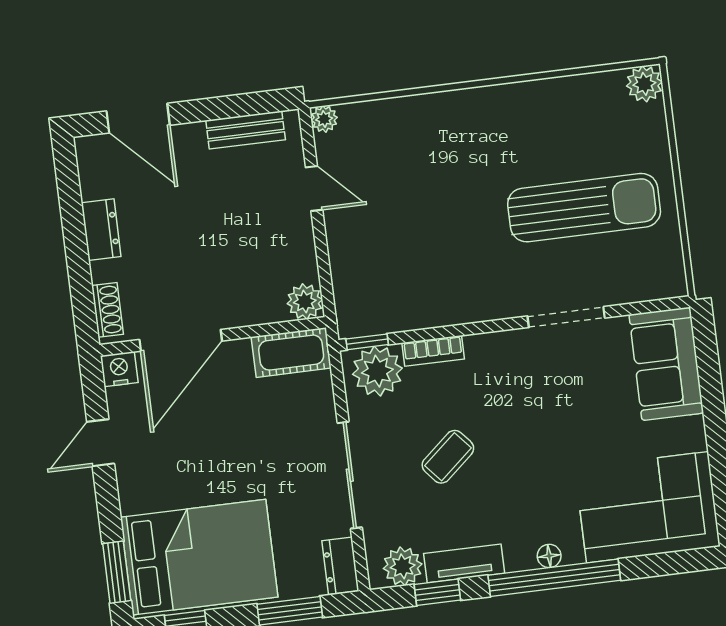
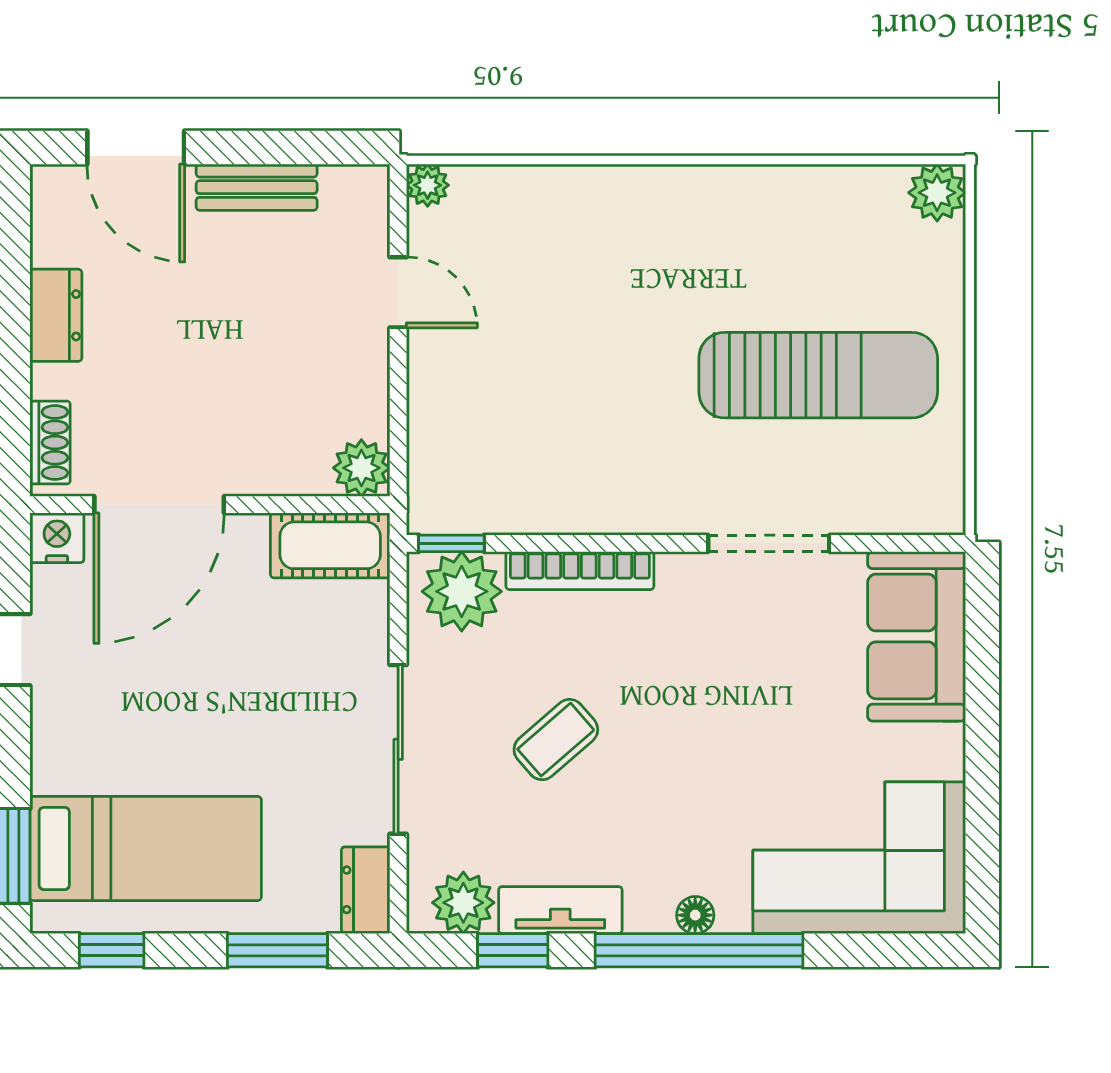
bench: (246, 130) -> (257, 187), moved
bookcase: (433, 351) -> (580, 571), width x1.56
bed: (199, 557) -> (146, 848), width x0.67

